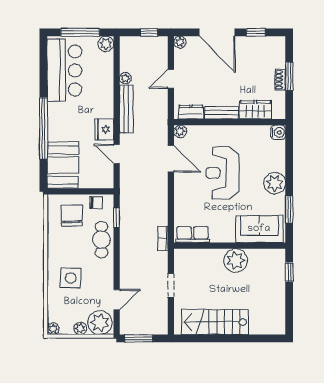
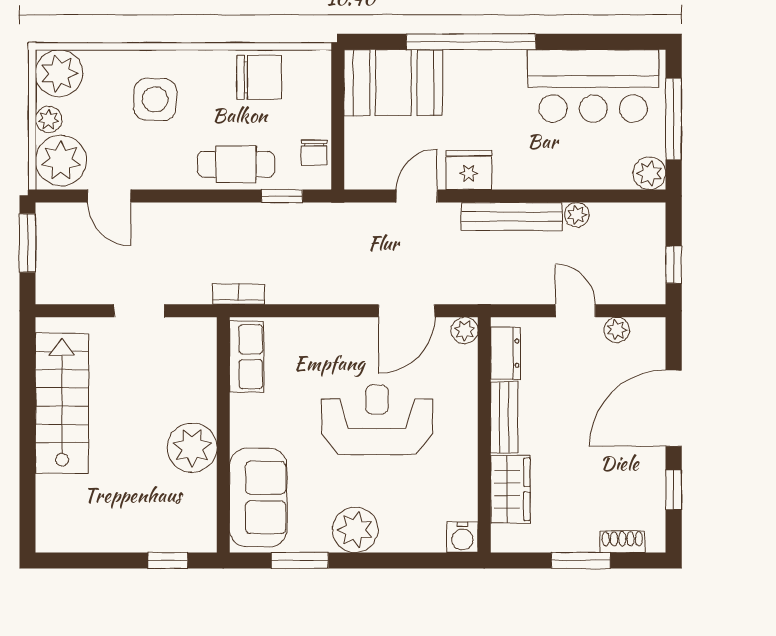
plant: (180, 42) -> (617, 330), moved
shoe rack: (280, 80) -> (622, 542), moved
chair: (72, 215) -> (259, 77), moved
plant: (53, 329) -> (59, 73), width x1.88, depth x1.88

